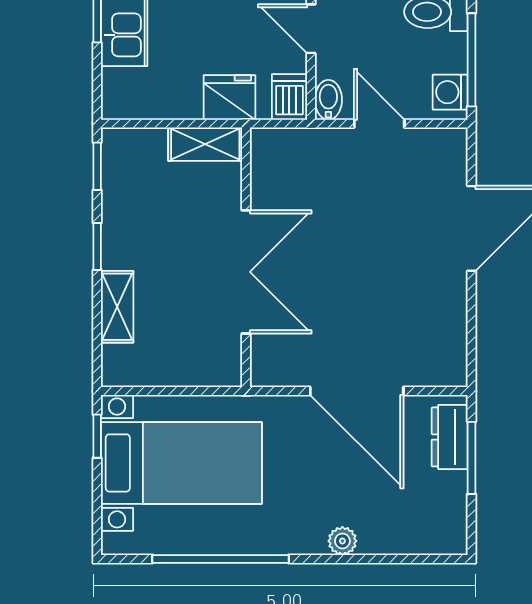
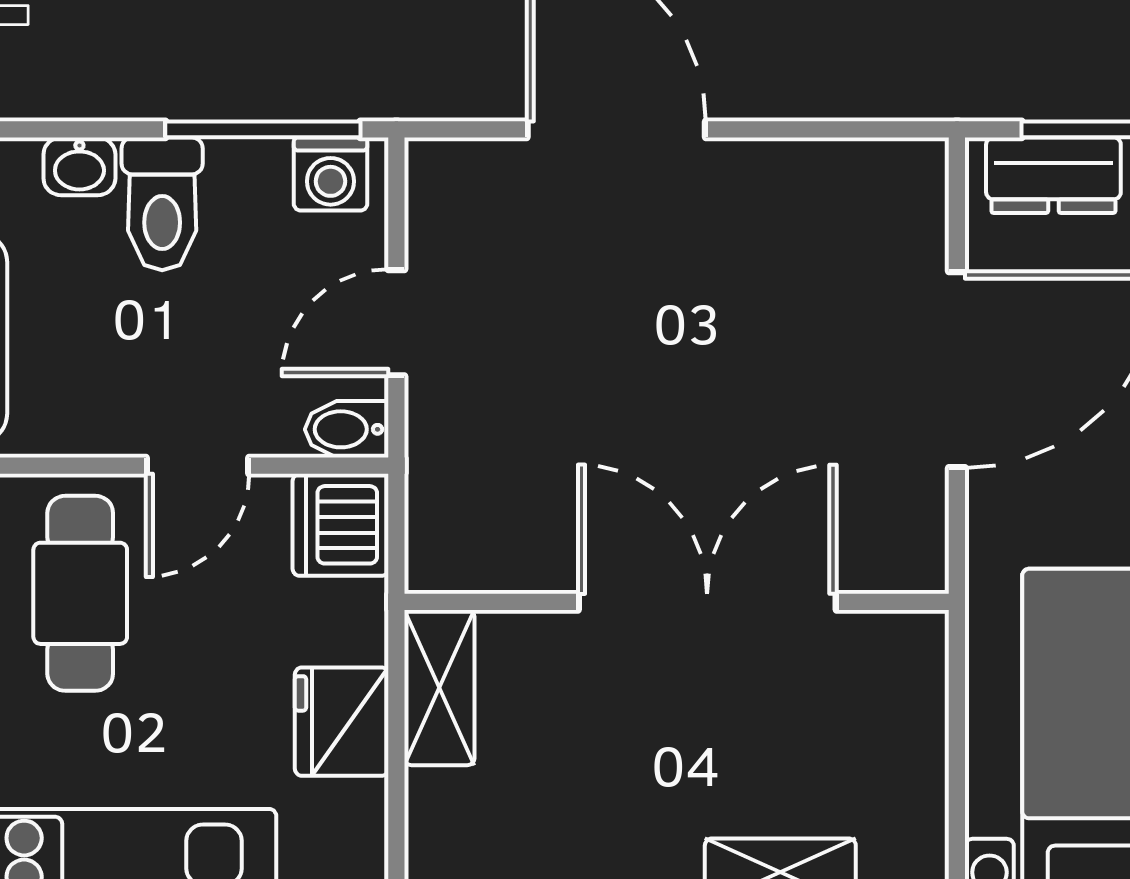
fridge: (229, 97) -> (342, 722), moved
dishwasher: (289, 97) -> (341, 525), width x1.38

